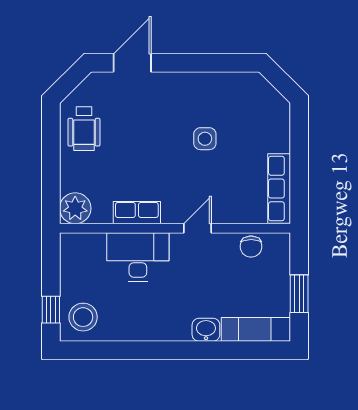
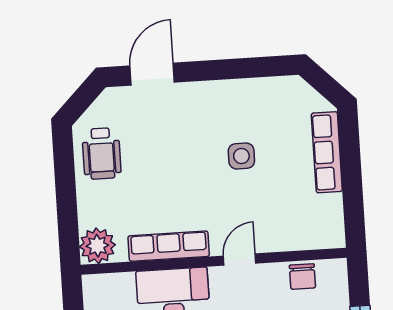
row of seats: (279, 188) -> (327, 152), moved
row of seats: (137, 213) -> (169, 246), width x1.48

